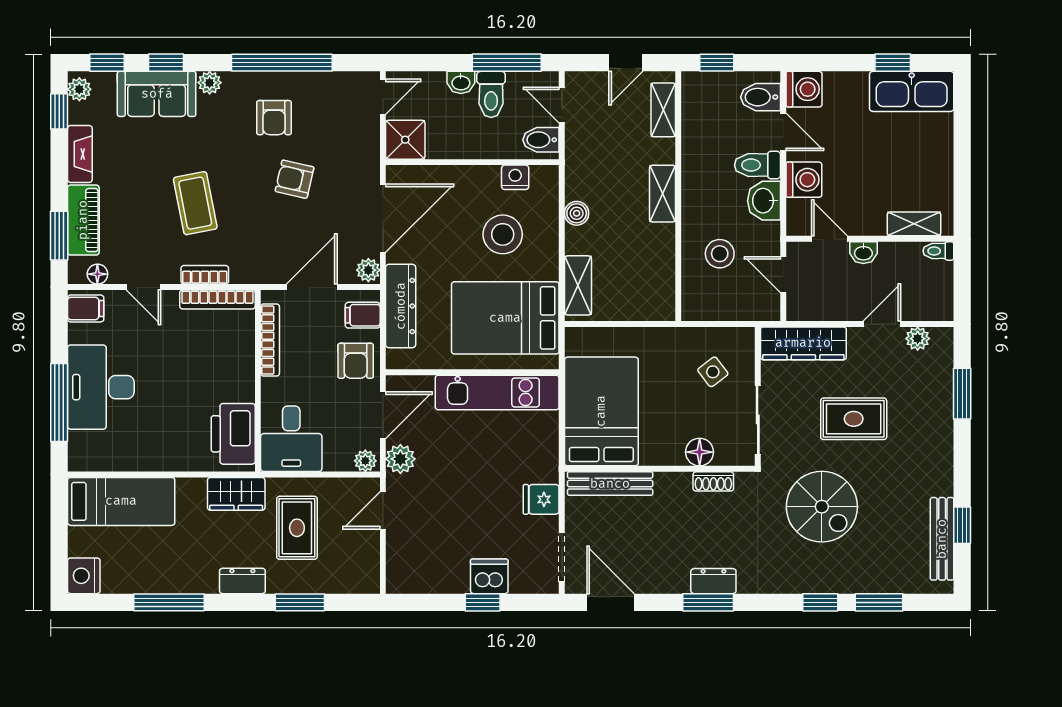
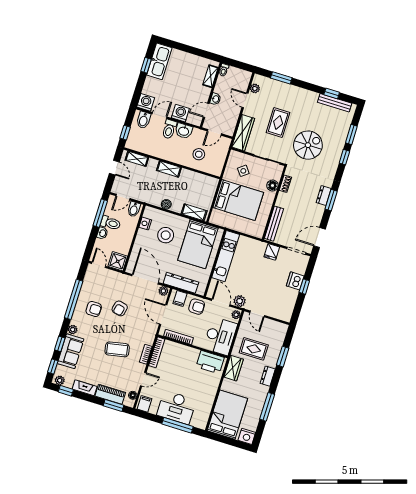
bed: (601, 411) -> (238, 200), moved, turned 180
desk: (291, 439) -> (220, 336), width x1.37
bed: (121, 501) -> (227, 415), width x1.50

